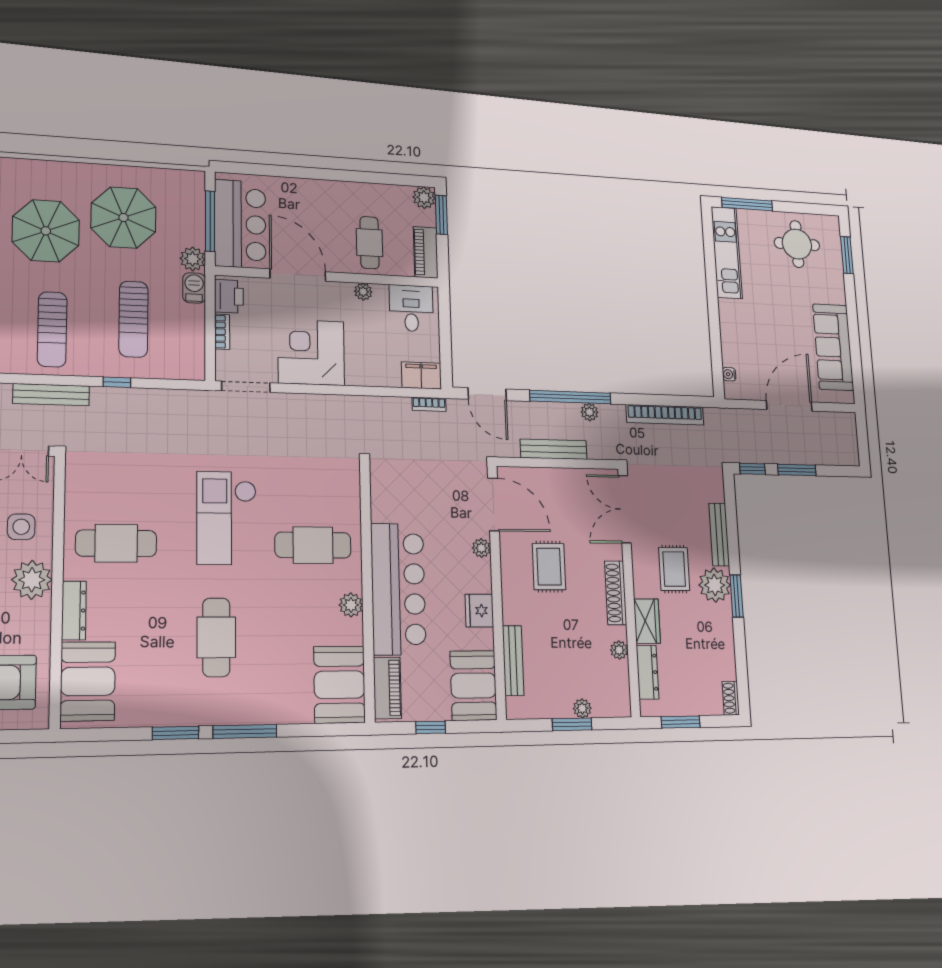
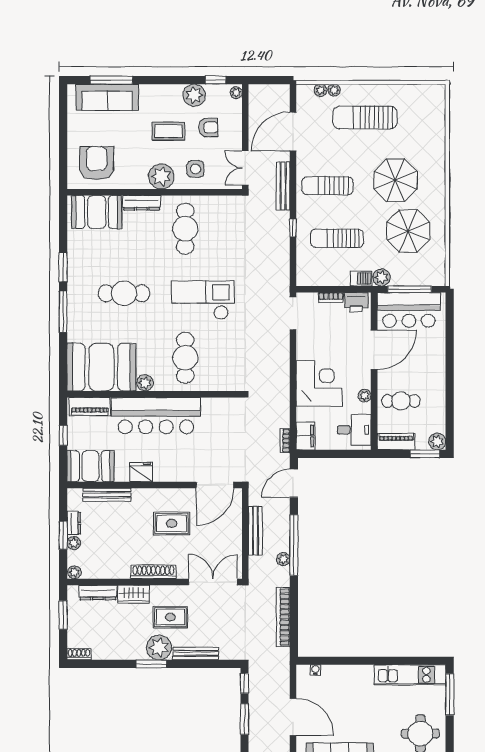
corner desk: (311, 352) -> (319, 384), moved
plant: (481, 548) -> (184, 475), removed
plant: (619, 650) -> (74, 572), moved
booth: (339, 685) -> (101, 367), width x1.36, depth x1.42
dresser: (555, 709) -> (74, 523), added

